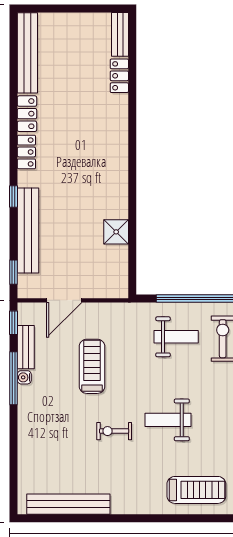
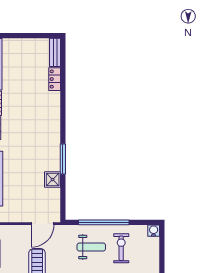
window: (132, 200) -> (63, 159), added
door: (64, 300) -> (43, 224), moved

